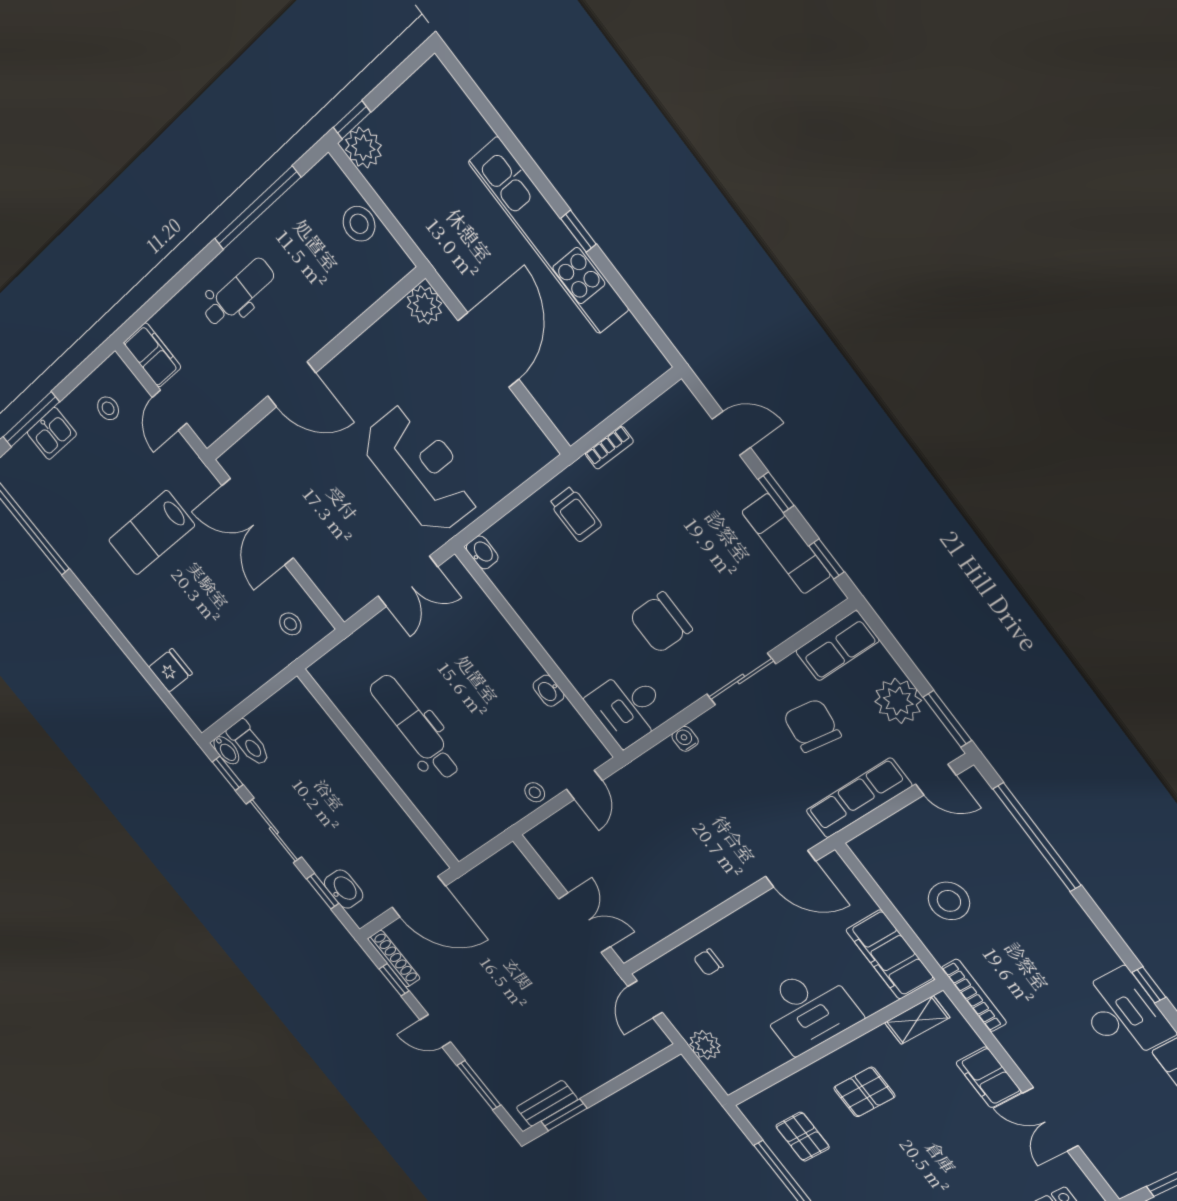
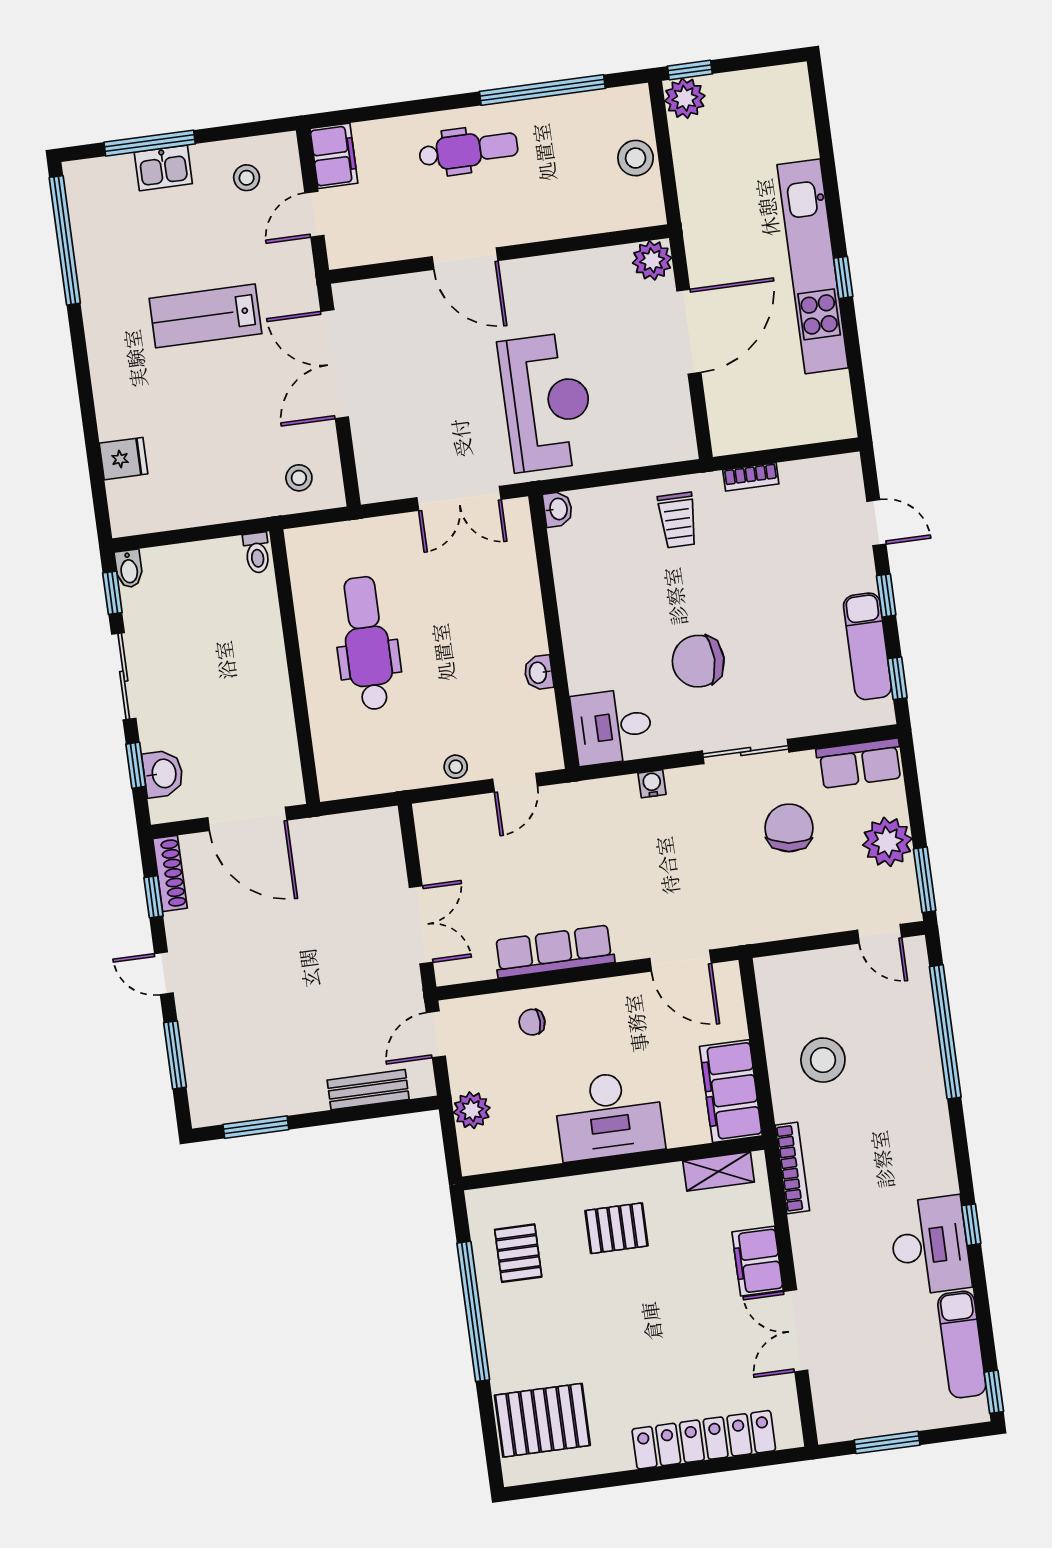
toilet: (249, 743) -> (257, 553), moved, width x0.73, depth x0.72
row of seats: (859, 798) -> (554, 951), moved
bench: (547, 1103) -> (368, 1090), moved

